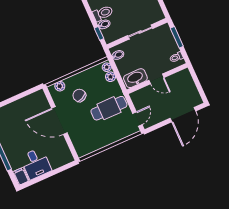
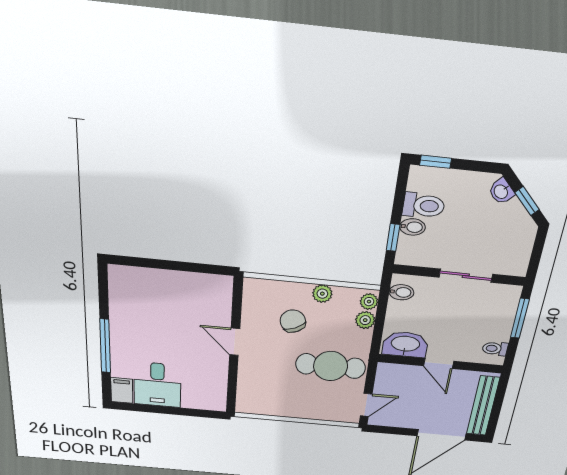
plant: (60, 86) -> (322, 294), moved
bench: (191, 88) -> (483, 406), added
door: (59, 121) -> (235, 342), width x0.53

